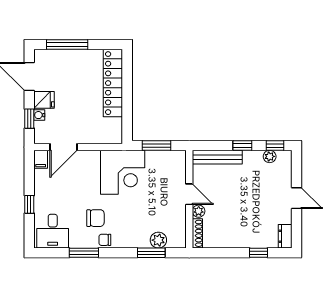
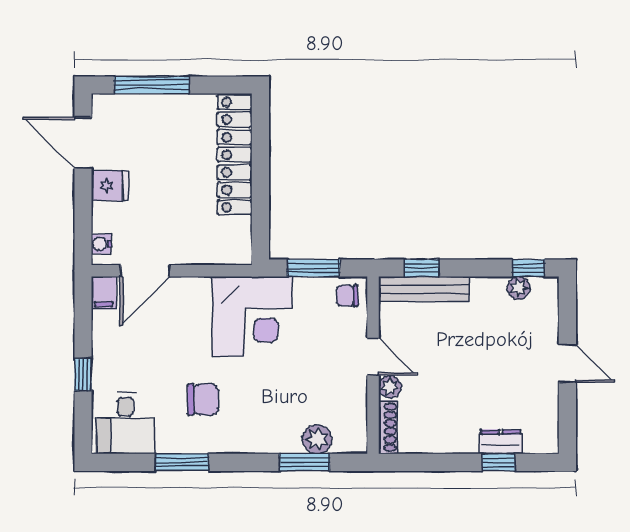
water cooler: (39, 115) -> (101, 244), moved
window: (29, 119) -> (83, 219), removed
window: (242, 146) -> (422, 268), moved
dresser: (285, 236) -> (501, 442), moved, turned 90
chair: (105, 240) -> (347, 296), moved

